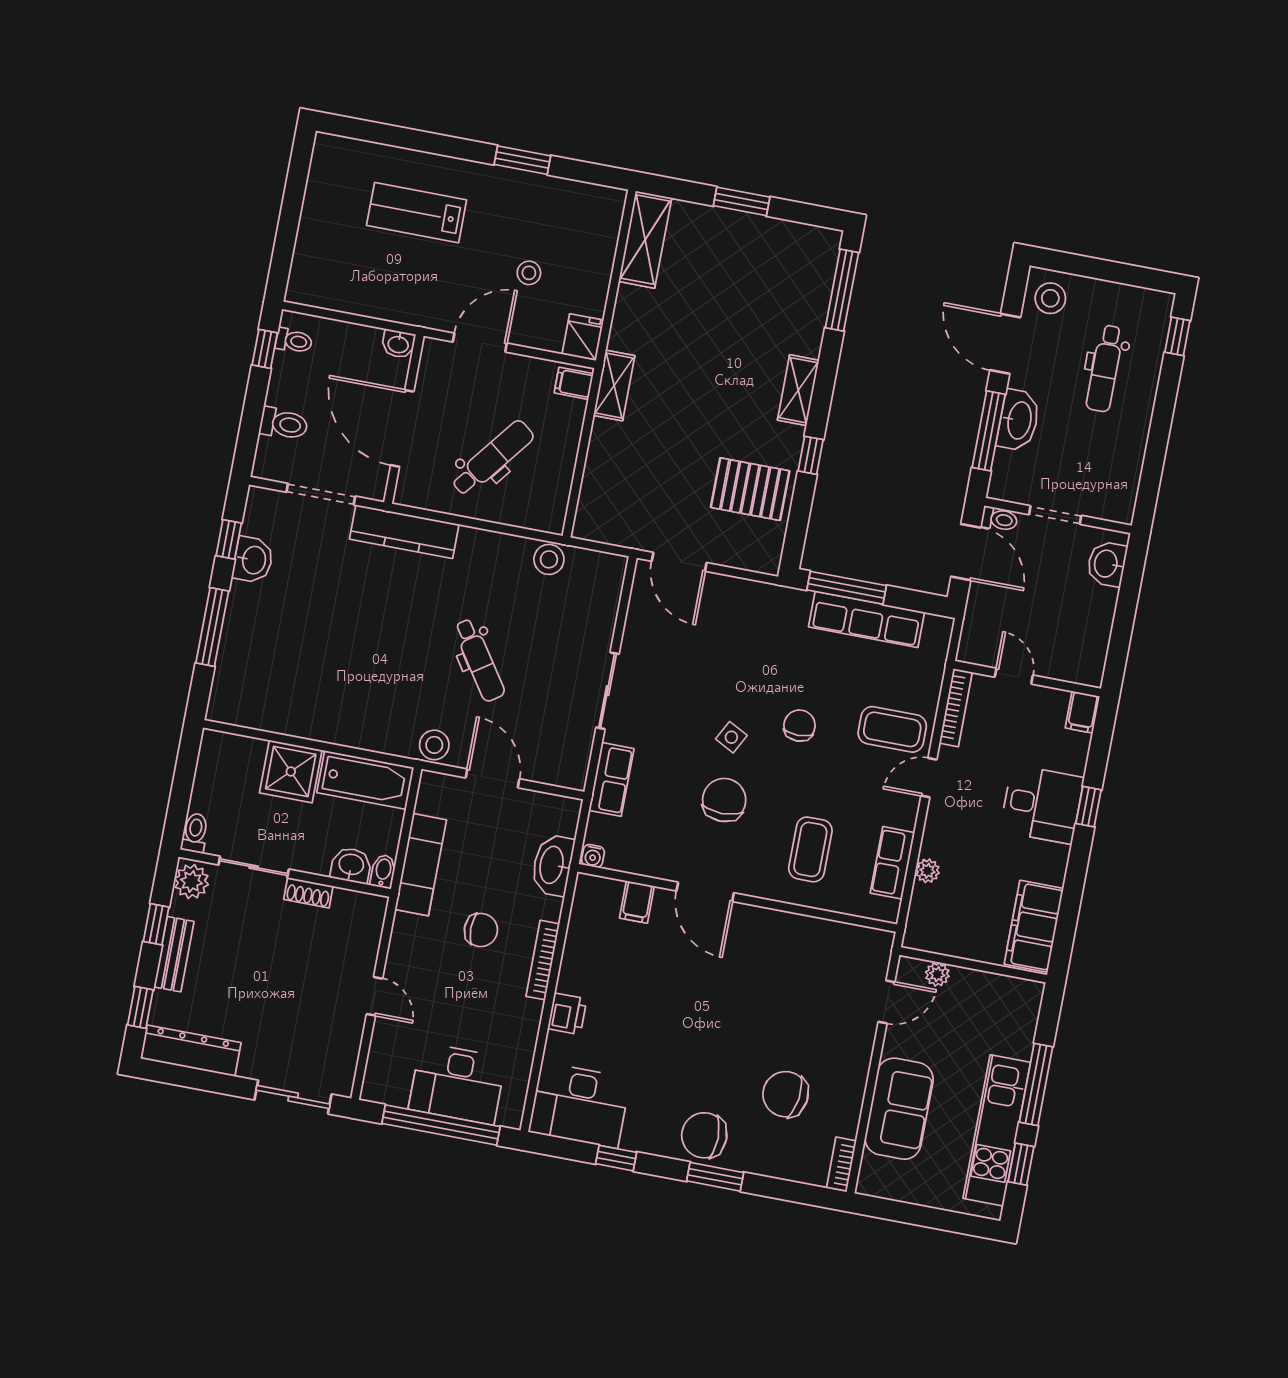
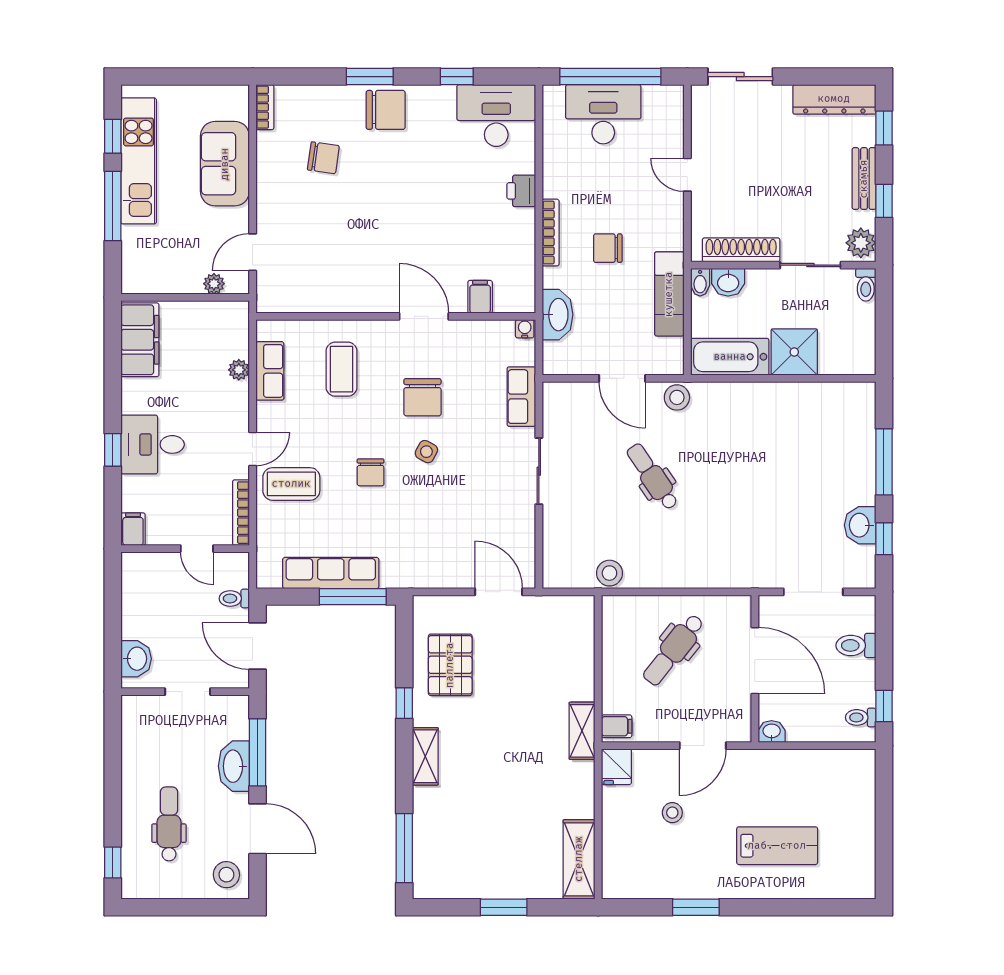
pallet: (750, 489) -> (450, 665), turned 90
toilet: (999, 519) -> (234, 598), moved
kitchen counter: (404, 532) -> (737, 573), removed
shoe rack: (308, 893) -> (741, 250), width x1.94, depth x1.24
chair: (786, 1094) -> (323, 158), width x0.73, depth x0.73

